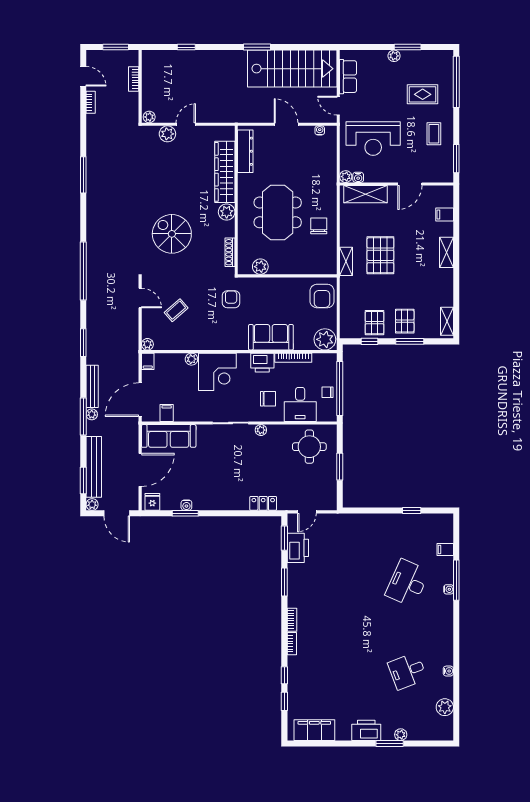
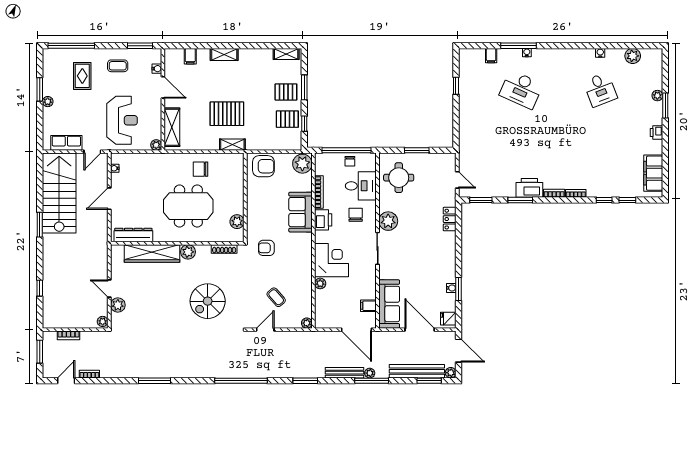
water cooler: (358, 177) -> (157, 69), moved
filing cabinet: (148, 361) -> (322, 323), removed
plant: (261, 430) -> (388, 221), width x1.88, depth x1.88
door: (117, 513) -> (459, 351), hinge flipped
printer: (298, 548) -> (529, 188), moved
printer: (366, 730) -> (657, 132), width x0.53, depth x0.68

